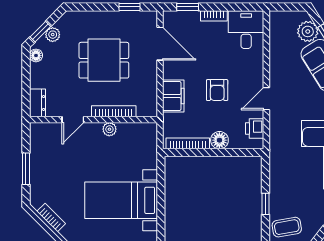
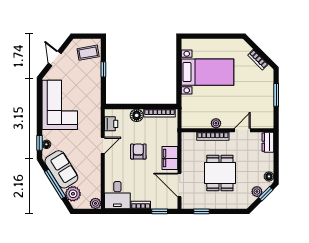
plant: (277, 18) -> (95, 203), added
dining table: (104, 60) -> (220, 173), turned 90
filing cabinet: (173, 96) -> (170, 158), moved

